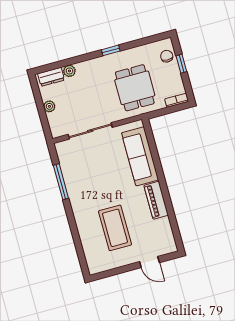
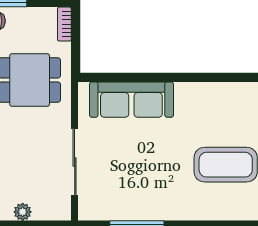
piano: (156, 200) -> (202, 94), removed

